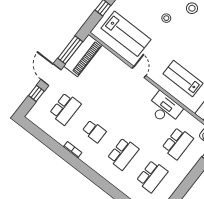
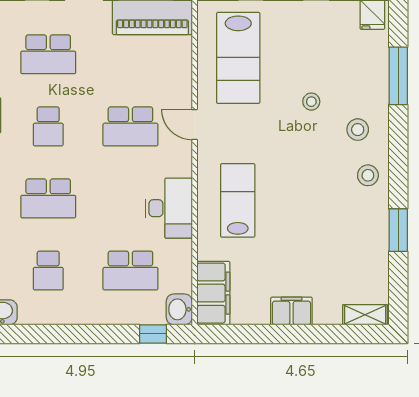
door: (139, 72) -> (195, 124), swing flipped
school desk: (120, 98) -> (130, 126), added
school desk: (152, 176) -> (48, 270), width x0.54

